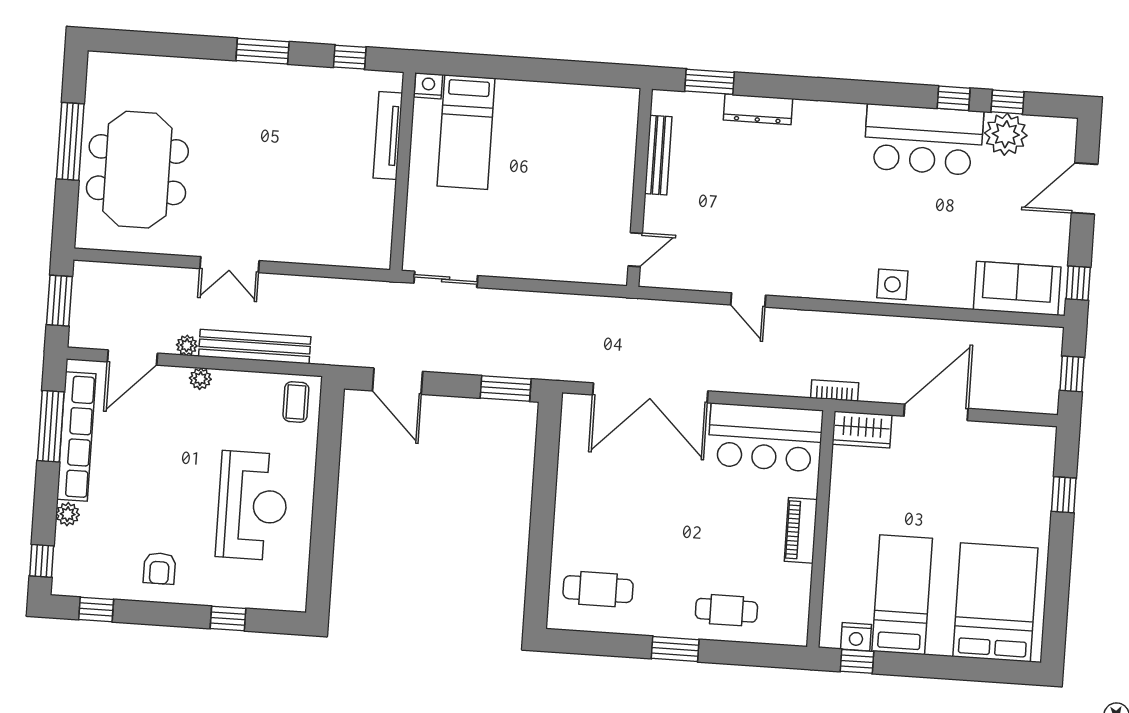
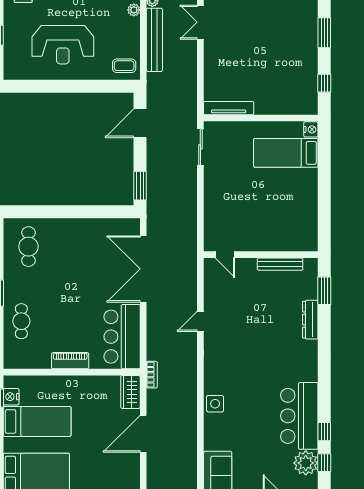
tv unit: (388, 135) -> (229, 108), moved
door: (936, 412) -> (143, 434), swing flipped

